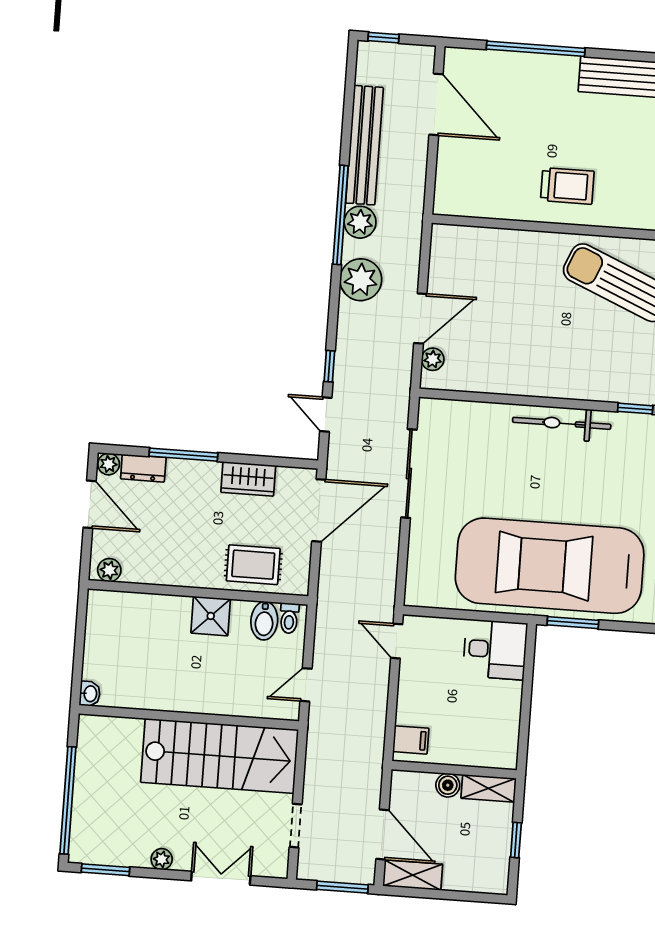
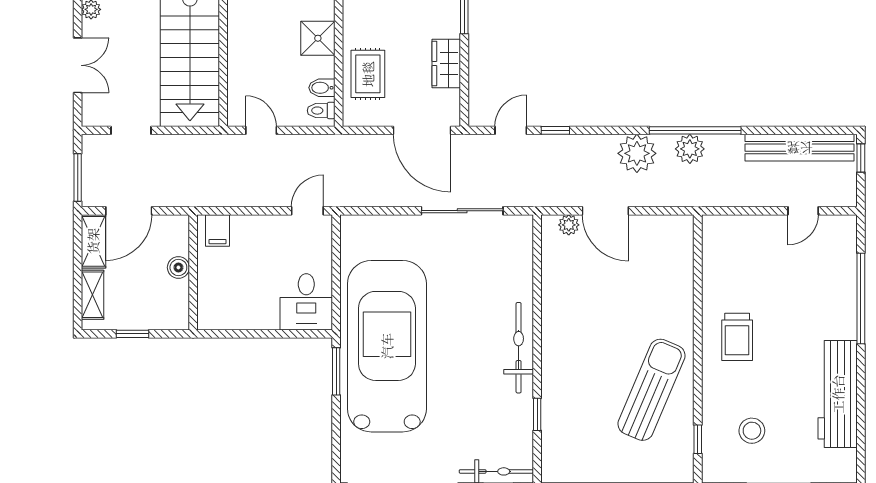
door: (436, 104) -> (803, 211), width x0.53
bench: (364, 145) -> (800, 148), moved
bidet: (264, 621) -> (322, 88), width x0.72, depth x0.74
shelving: (488, 788) -> (92, 295), moved

